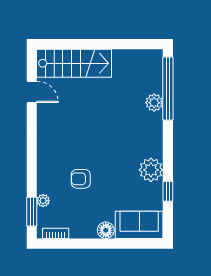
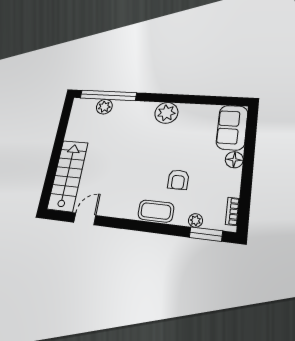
plant: (154, 103) -> (104, 107), moved
coffee table: (48, 162) -> (156, 211), added
plant: (151, 170) -> (166, 113), moved
window: (168, 191) -> (202, 100), removed

